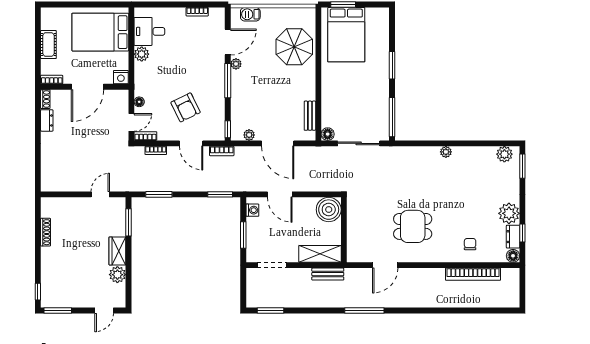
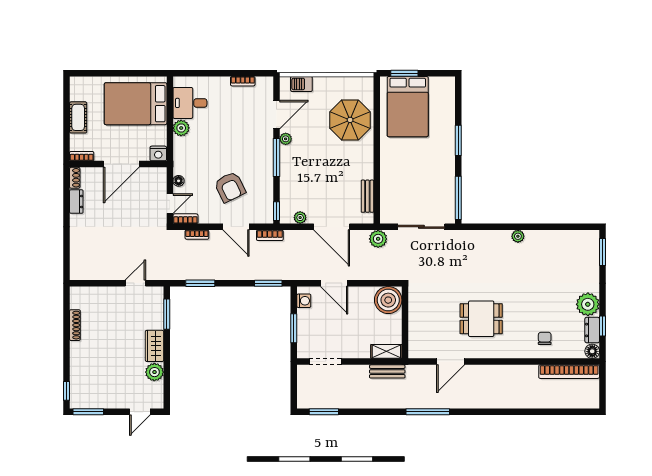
floor lamp: (328, 134) -> (387, 217), removed
plant: (504, 154) -> (378, 239), moved
shelving: (320, 254) -> (386, 351), width x0.67, depth x0.75
bookcase: (473, 274) -> (569, 372), moved

